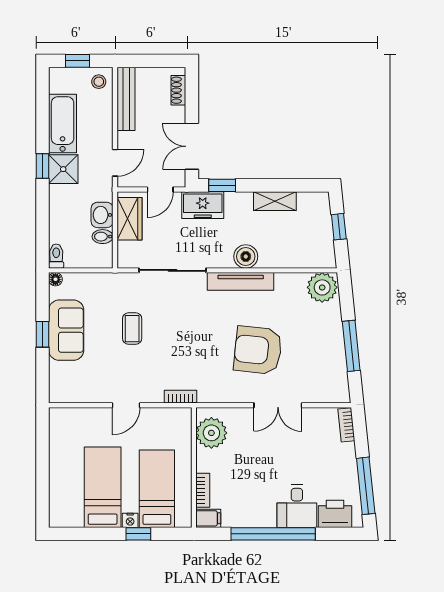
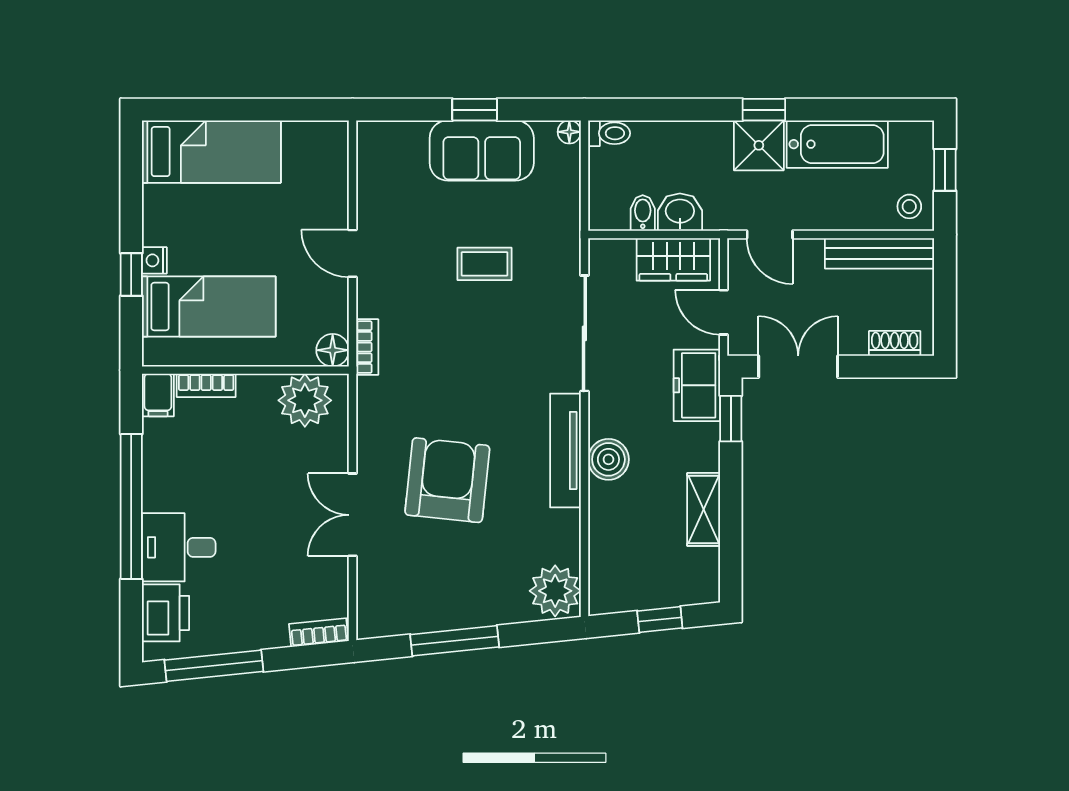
floor lamp: (182, 417) -> (333, 350), added
bed: (103, 487) -> (211, 152), moved

